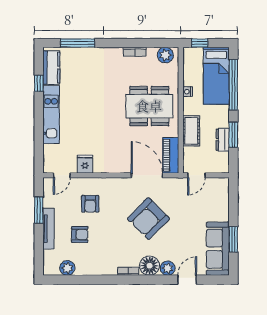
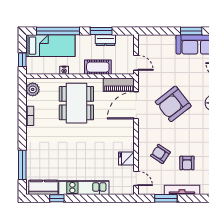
armchair: (90, 204) -> (160, 154), turned -146
armchair: (148, 219) -> (173, 104), turned 97
armchair: (80, 235) -> (187, 163), turned 180

